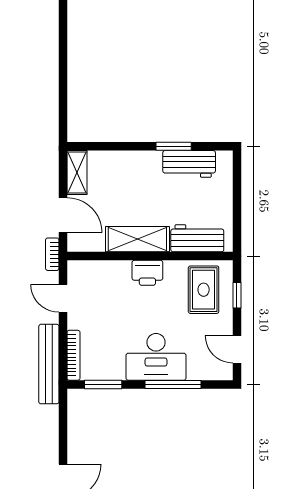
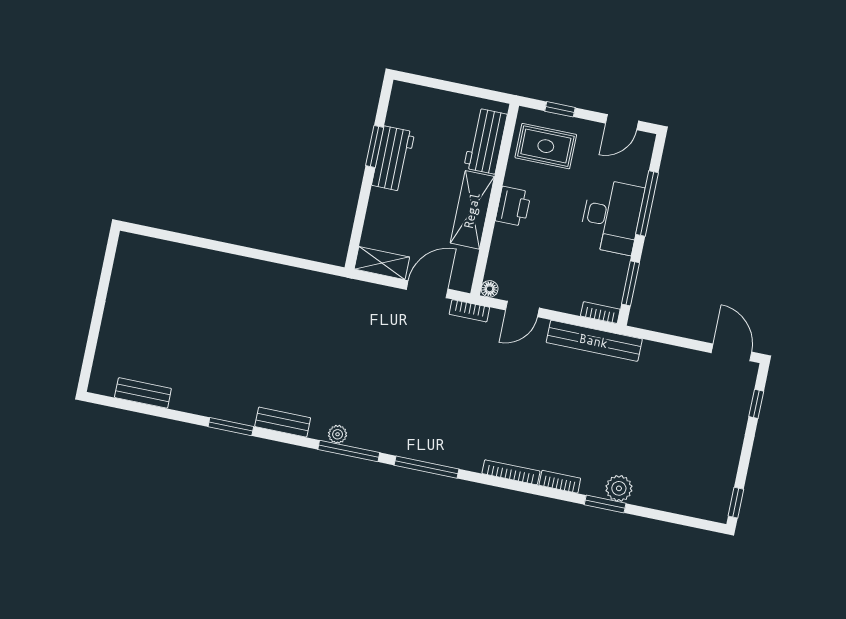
workbench: (189, 164) -> (393, 159), moved
floor lamp: (74, 267) -> (490, 289), added
bookcase: (73, 355) -> (600, 313), width x0.64

